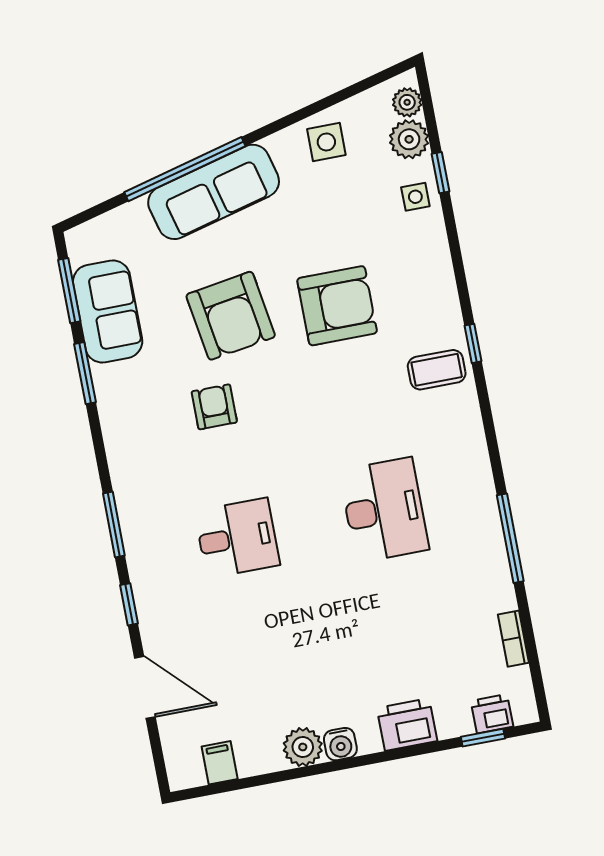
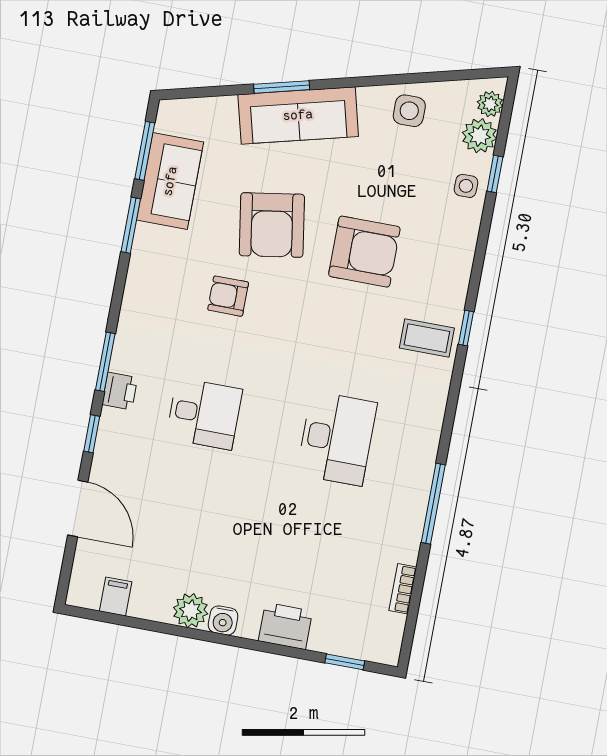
window: (185, 169) -> (282, 87), width x0.47
armchair: (214, 407) -> (228, 296), turned -90
printer: (492, 714) -> (120, 391), moved, turned 90

